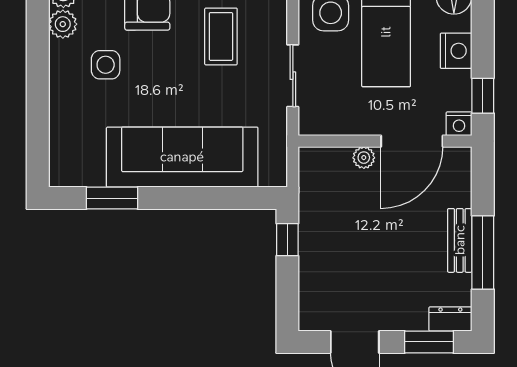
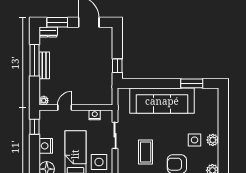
plant: (63, 24) -> (213, 140), moved
nightstand: (459, 124) -> (95, 115), moved
door: (412, 141) -> (65, 108), width x0.53
plant: (364, 158) -> (44, 101), moved

